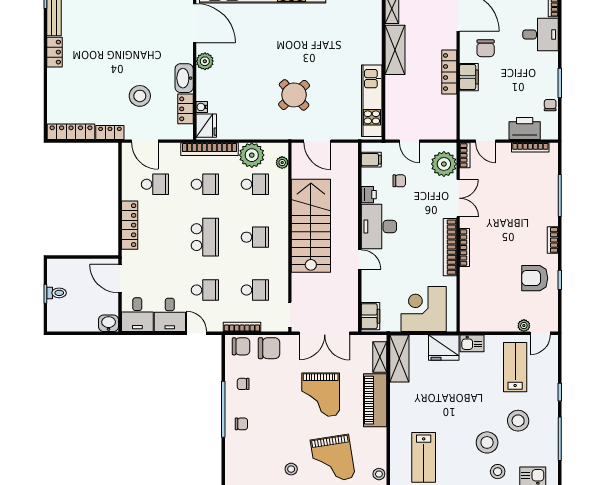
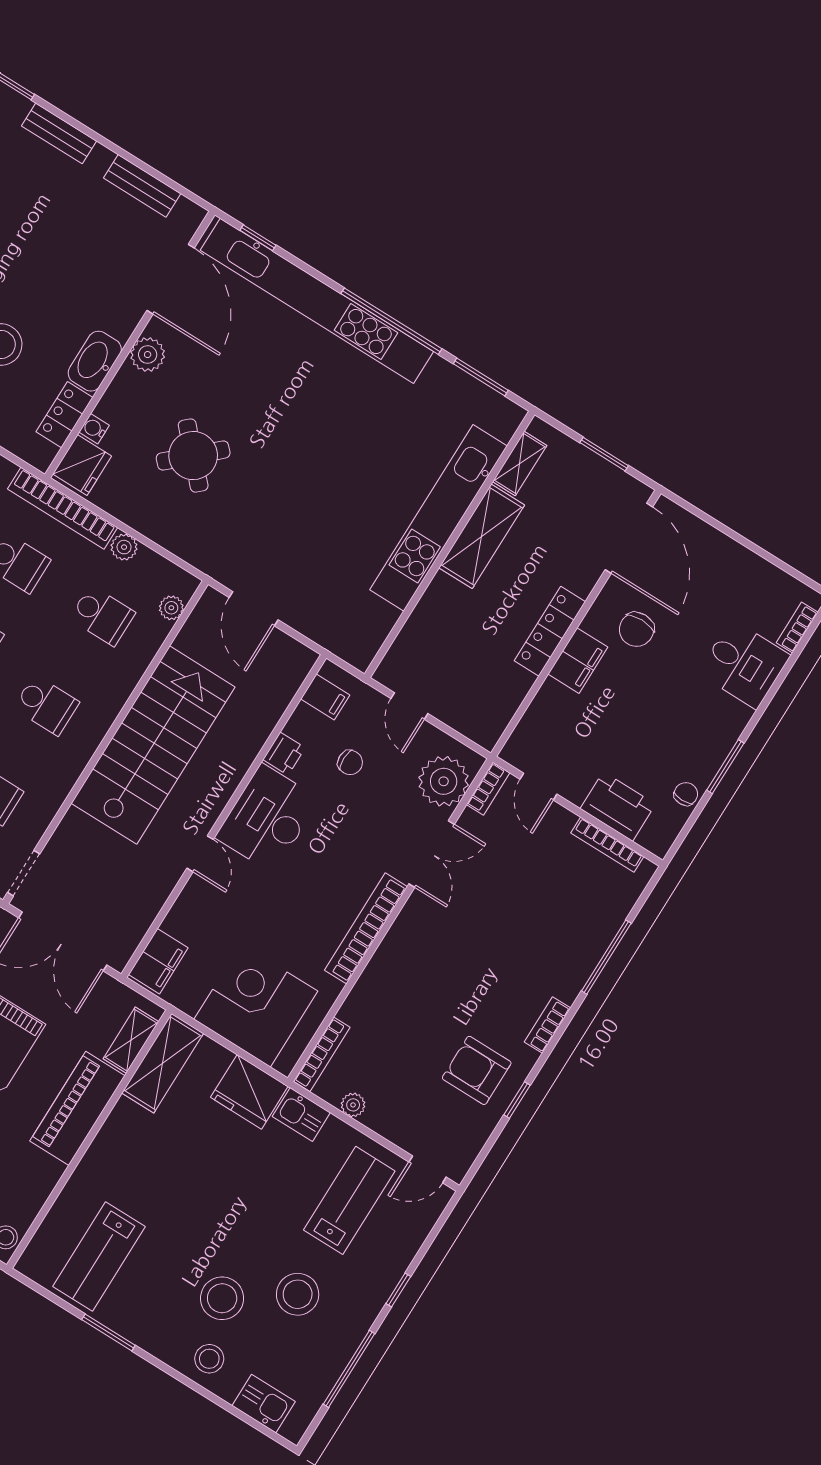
round table: (294, 95) -> (193, 456), moved
kitchen unit: (372, 101) -> (439, 518), moved, width x1.36
plant: (252, 155) -> (124, 547), width x0.53, depth x0.53
bookcase: (465, 248) -> (322, 1054), moved
plant: (524, 326) -> (353, 1105), moved

